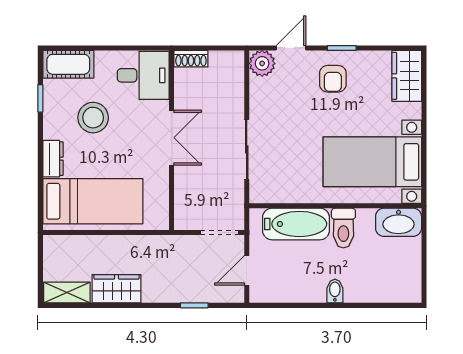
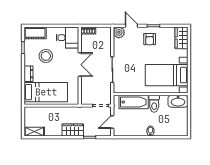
door: (291, 48) -> (131, 26), hinge flipped
wardrobe: (117, 289) -> (73, 130), moved

